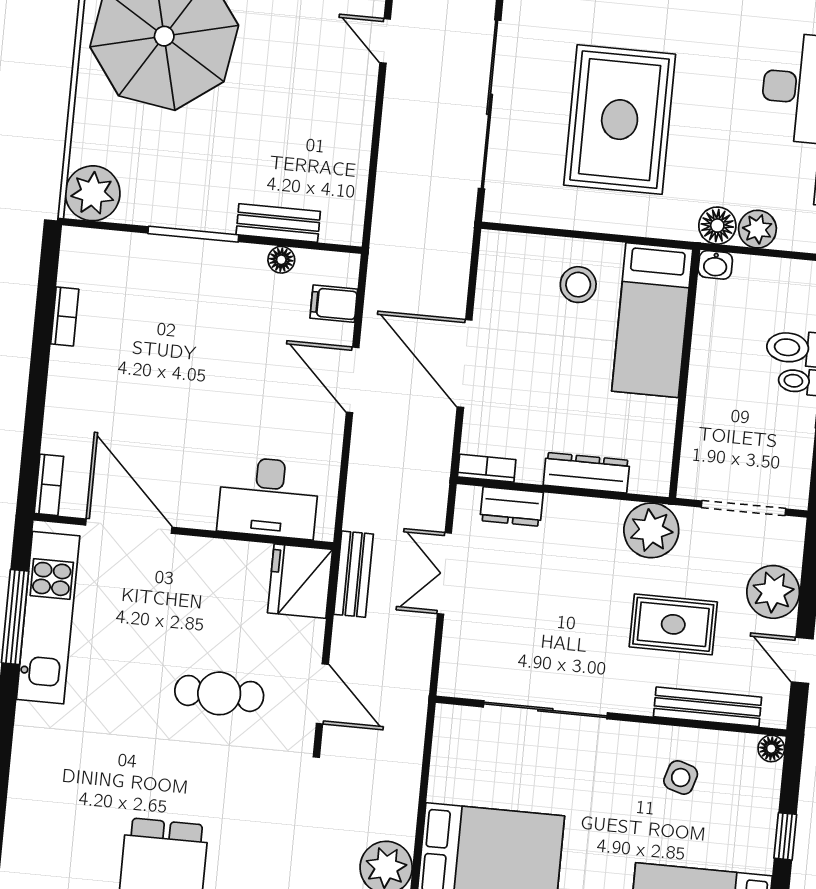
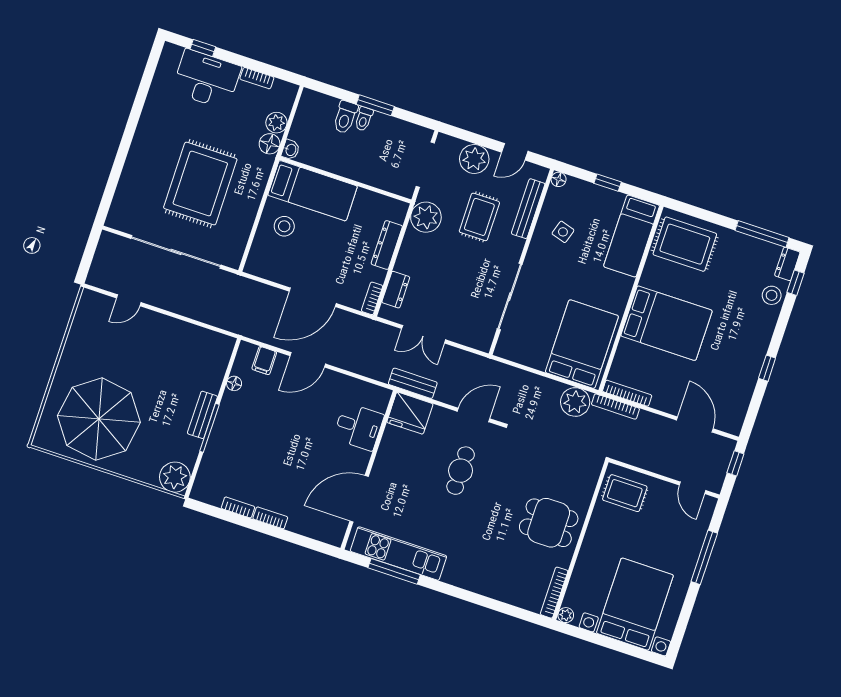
rug: (620, 120) -> (200, 184), turned 90
bench: (278, 223) -> (202, 415), moved
bookcase: (49, 485) -> (270, 518), moved
desk: (268, 498) -> (359, 427), width x0.73

